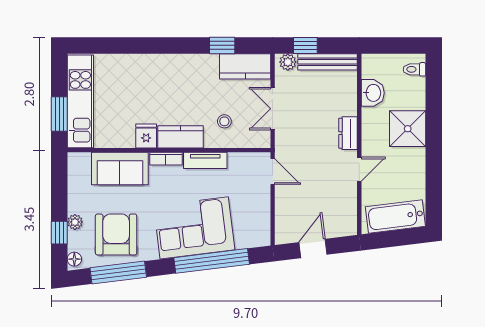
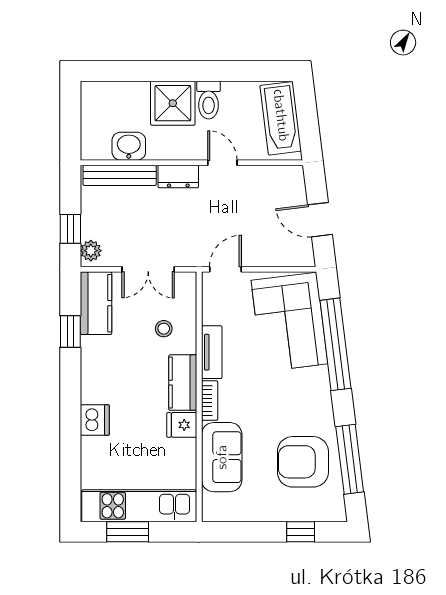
bench: (328, 62) -> (120, 175), moved, turned 90
dishwasher: (150, 65) -> (95, 420), added
toilet: (415, 69) -> (209, 100), moved, width x1.37, depth x1.39
window: (59, 114) -> (128, 532), moved
plant: (75, 222) -> (288, 512), removed
corner sofa: (194, 228) -> (289, 322), moved
floor lamp: (74, 259) -> (333, 513), removed

